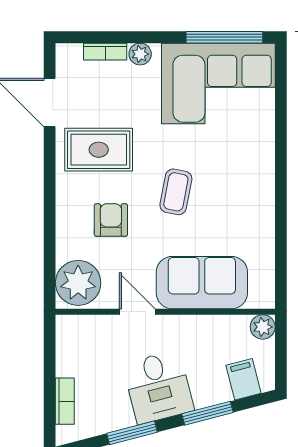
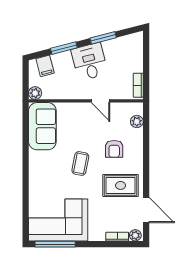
plant: (140, 54) -> (135, 235), moved
plant: (78, 283) -> (137, 122), width x0.53, depth x0.53
sofa: (202, 283) -> (42, 126), moved, turned -90
bookcase: (65, 401) -> (138, 85), moved

